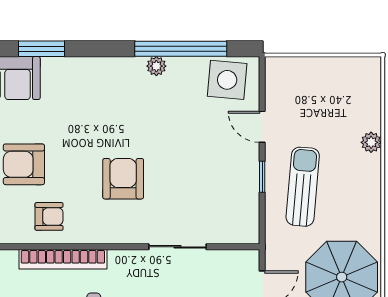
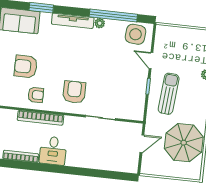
tv unit: (104, 67) -> (73, 21), added
armchair: (123, 179) -> (74, 92), moved

